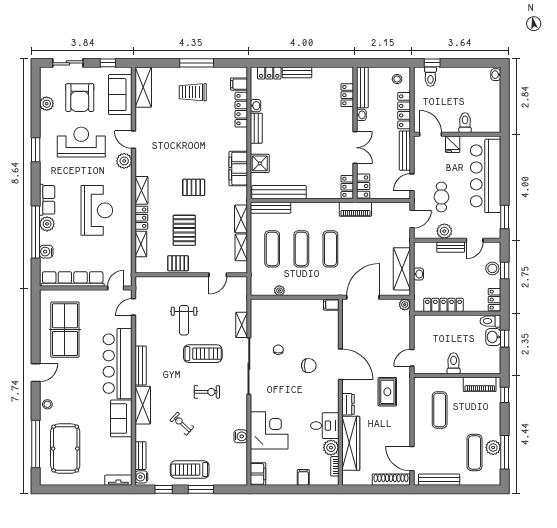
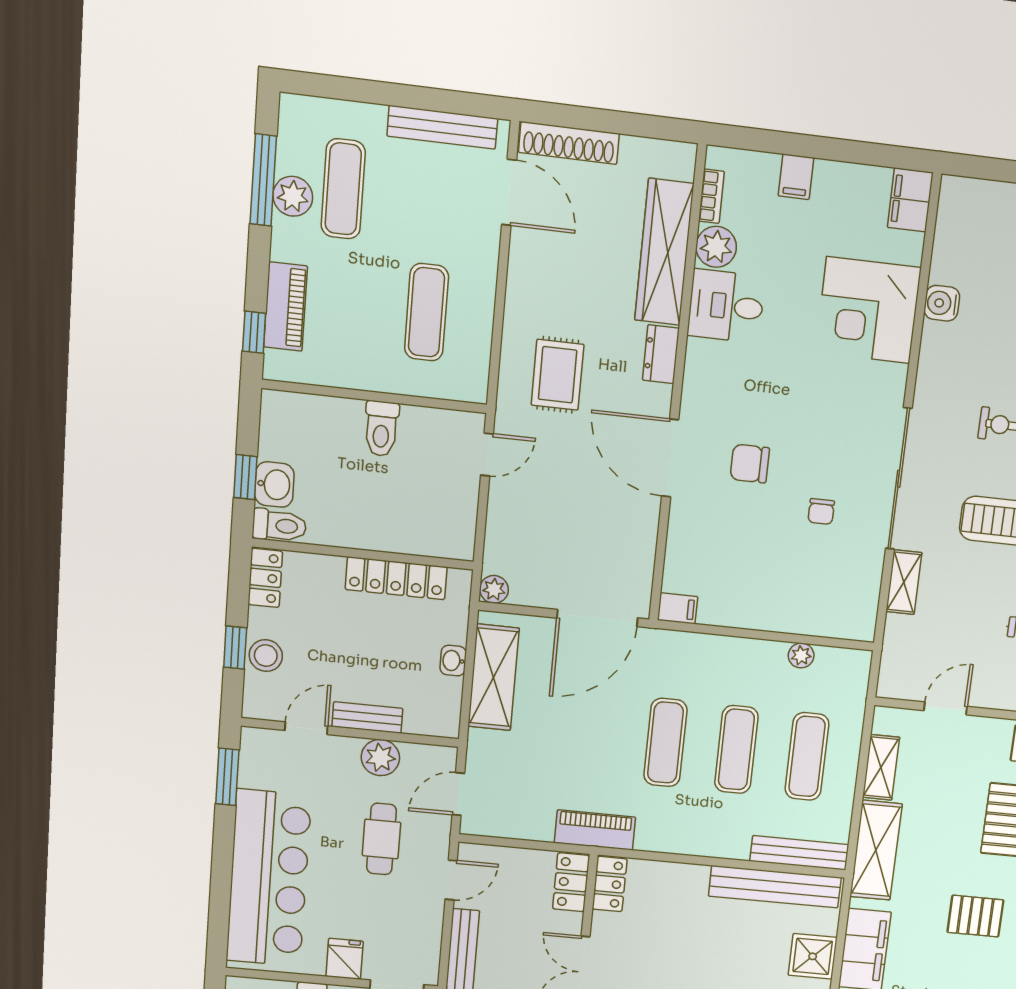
shelving: (241, 219) -> (876, 850), width x1.50, depth x1.33
piano: (480, 384) -> (285, 307), moved, turned 90

